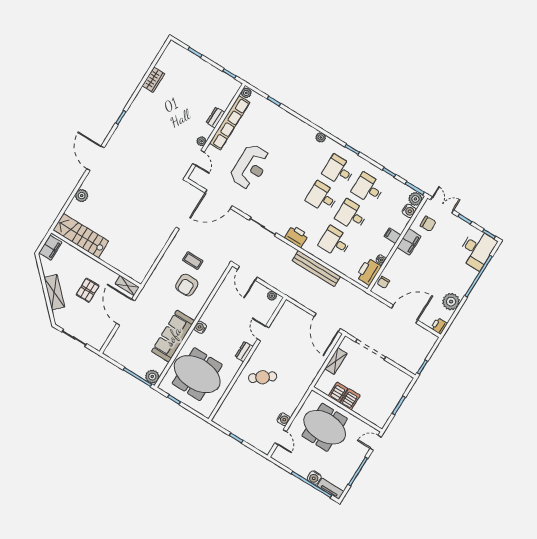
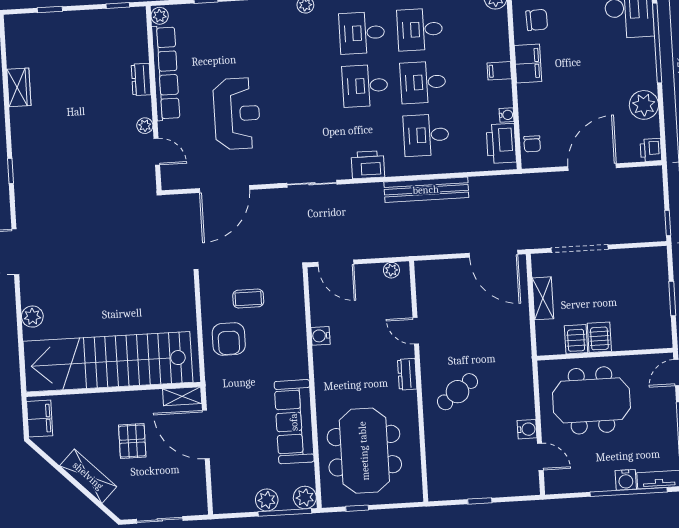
water cooler: (409, 211) -> (498, 21), removed
stairs: (81, 236) -> (108, 362), width x1.86, depth x1.51
armchair: (187, 285) -> (229, 339), moved
water cooler: (200, 327) -> (320, 336), moved
plant: (133, 365) -> (267, 500), added
meeting table: (197, 374) -> (364, 451), turned 90

